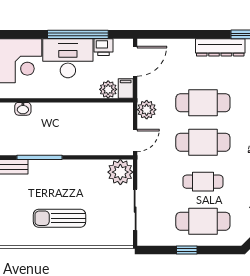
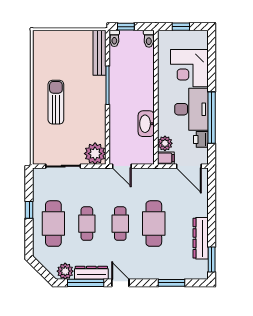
washbasin: (23, 109) -> (146, 124), moved, width x1.91, depth x1.45
plant: (147, 110) -> (148, 176), removed
cafe table: (203, 142) -> (120, 224), width x0.73, depth x0.74

